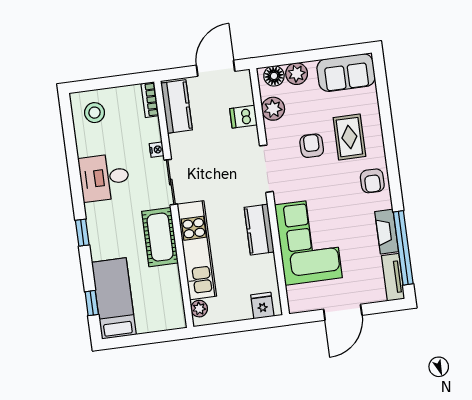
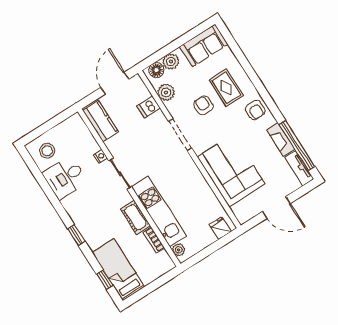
bookcase: (150, 100) -> (154, 240), moved
desk: (104, 178) -> (65, 177), moved
kitchen counter: (259, 230) -> (194, 178), removed
cot: (160, 237) -> (135, 217), width x0.73, depth x0.75
door: (343, 312) -> (276, 207), hinge flipped

